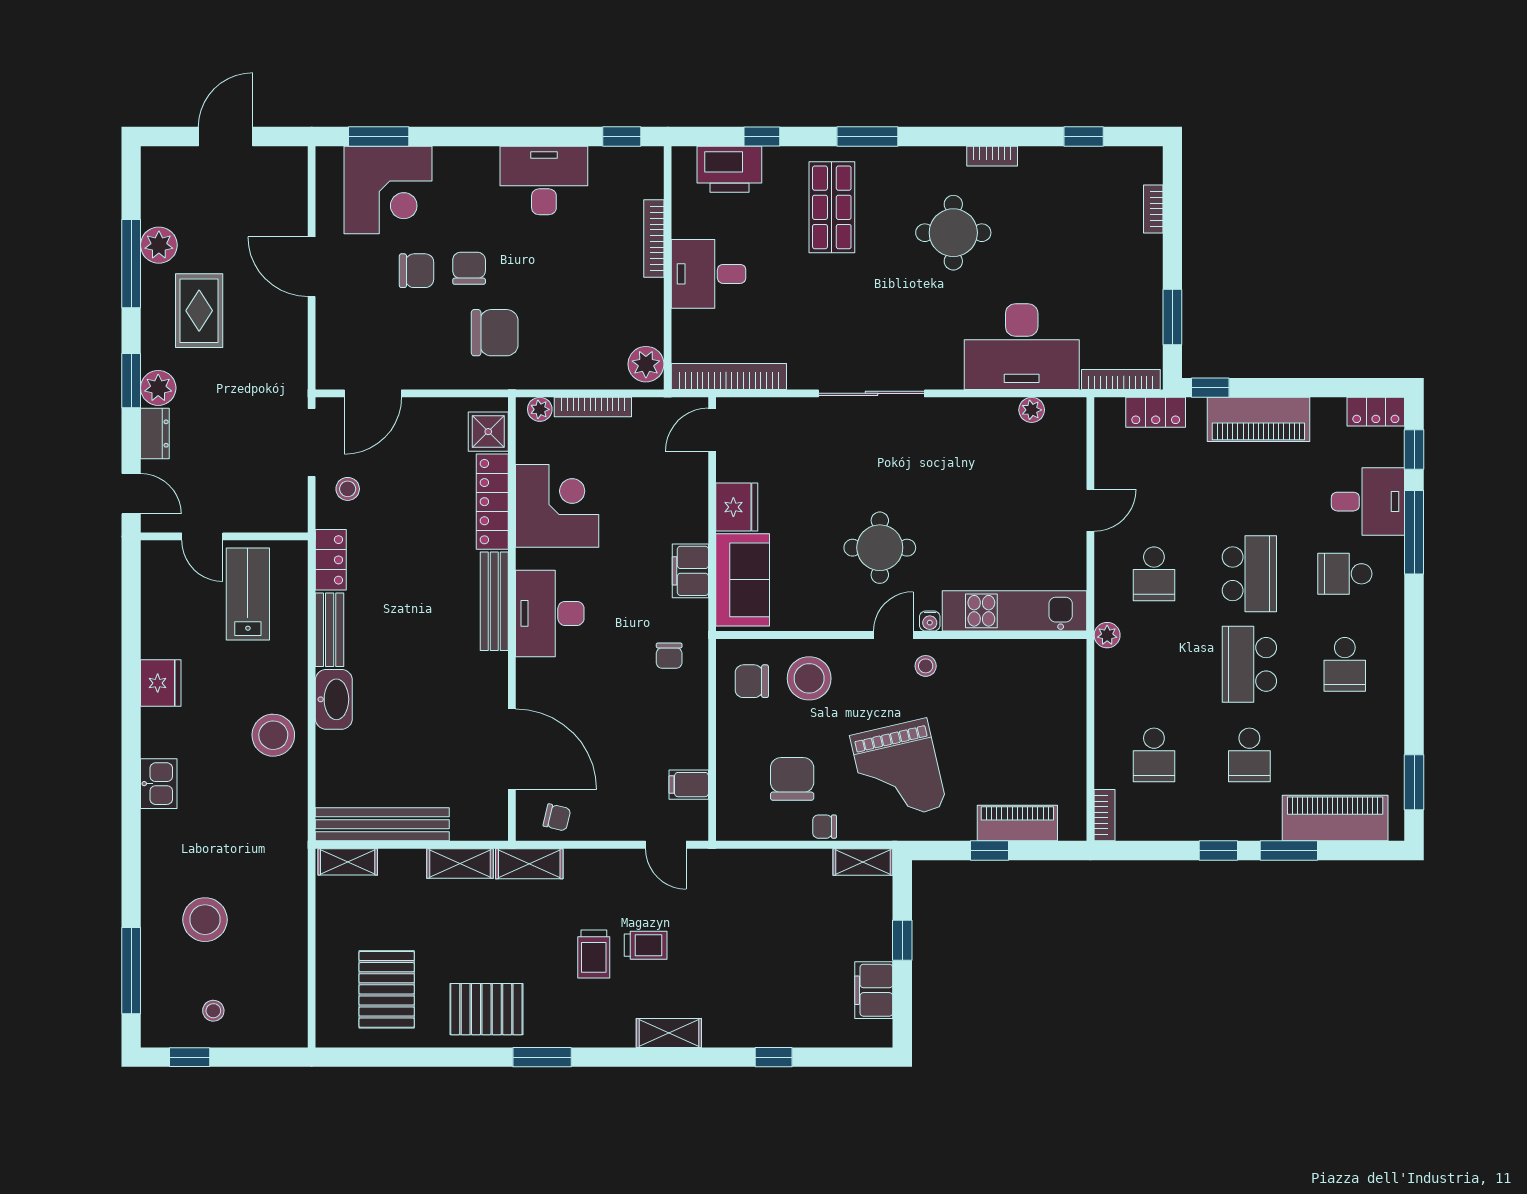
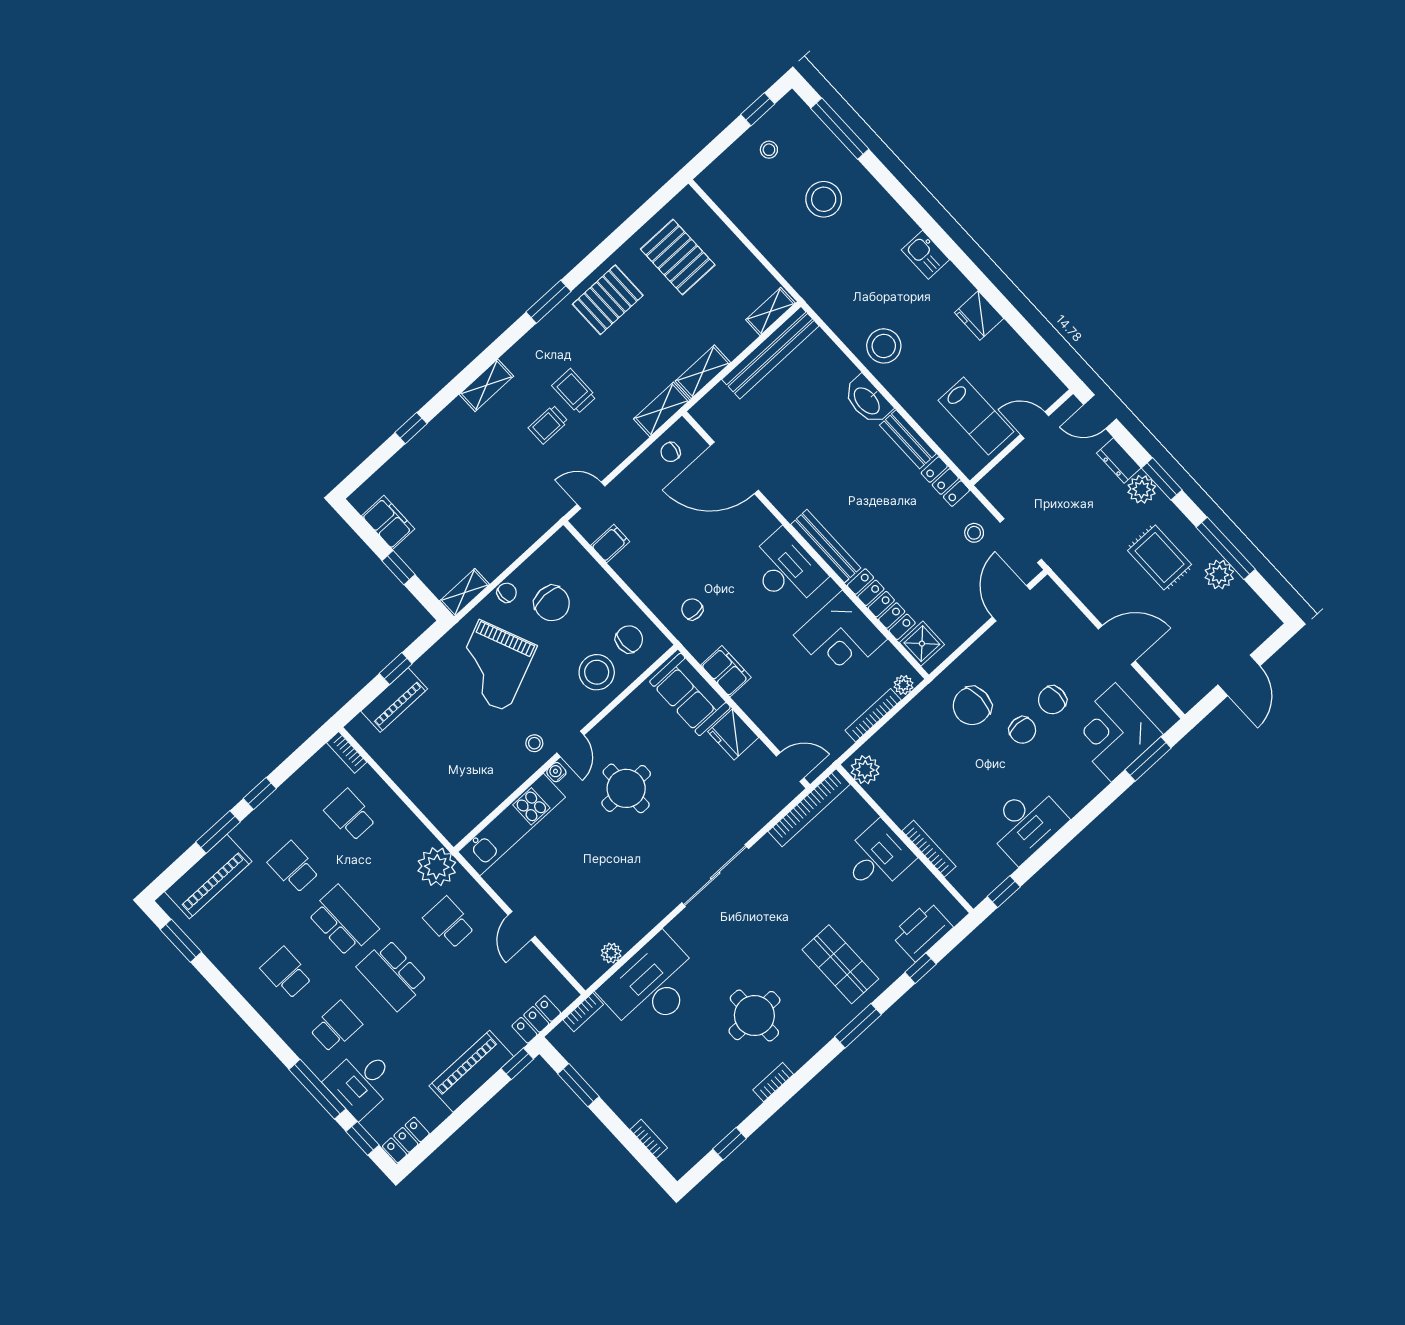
bookcase: (1121, 380) -> (583, 1012), width x0.64
door: (712, 430) -> (790, 767), hinge flipped
plant: (1107, 635) -> (437, 867), width x1.87, depth x1.87
grand piano: (898, 771) -> (493, 666), turned -100

